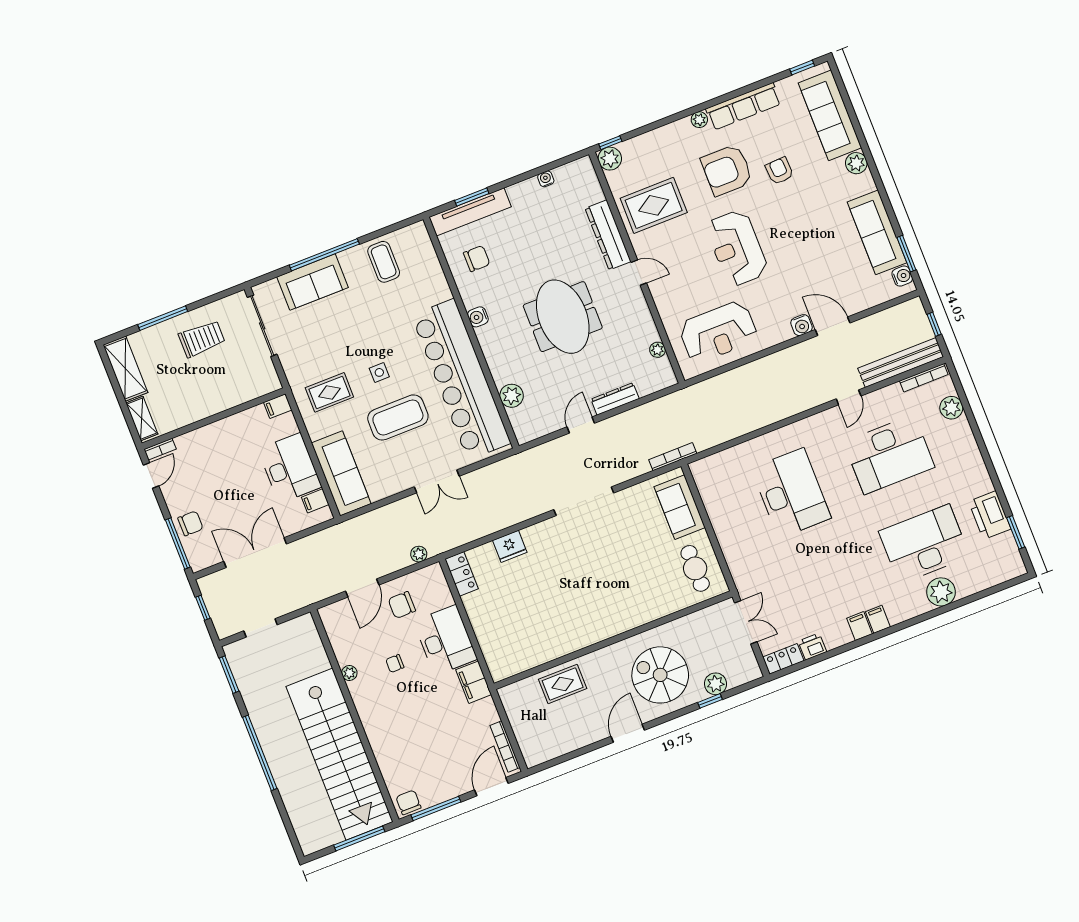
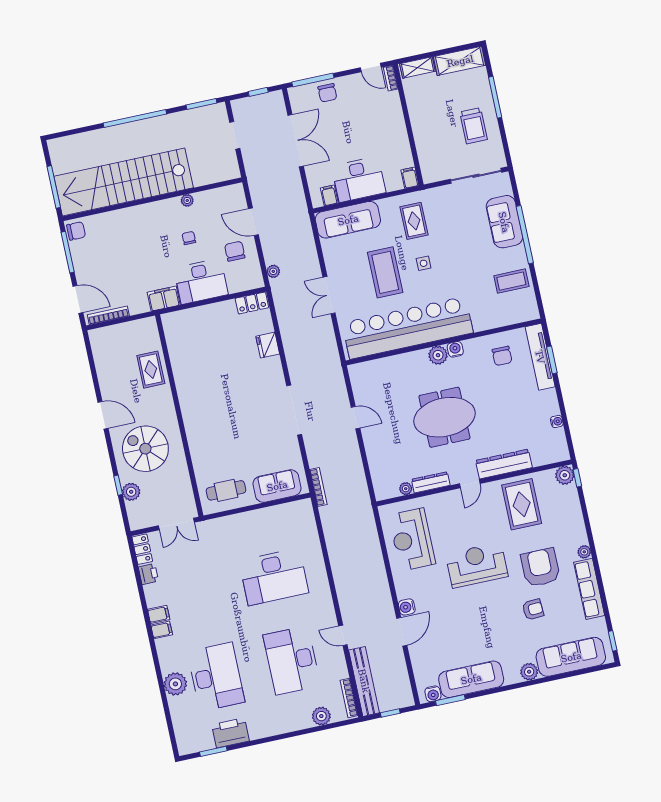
plant: (512, 396) -> (438, 355), moved
dresser: (615, 399) -> (431, 482), moved, turned -90
spiral stairs: (660, 675) -> (145, 449), turned -90

